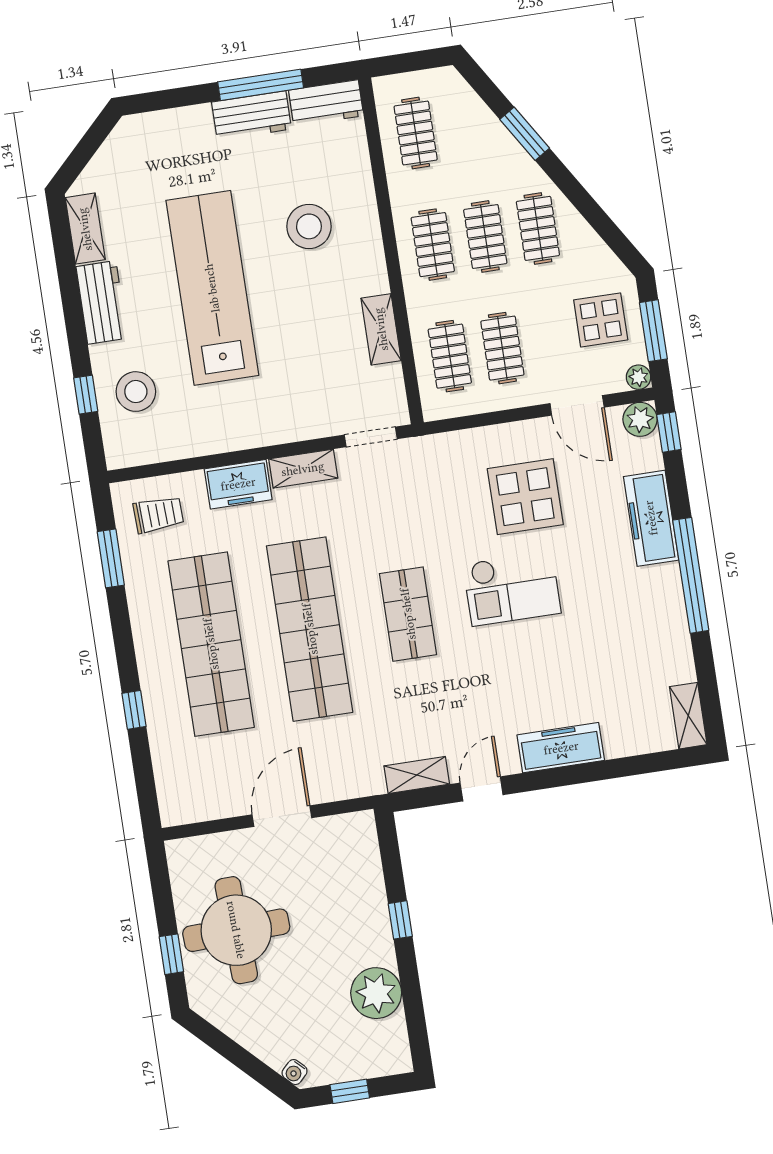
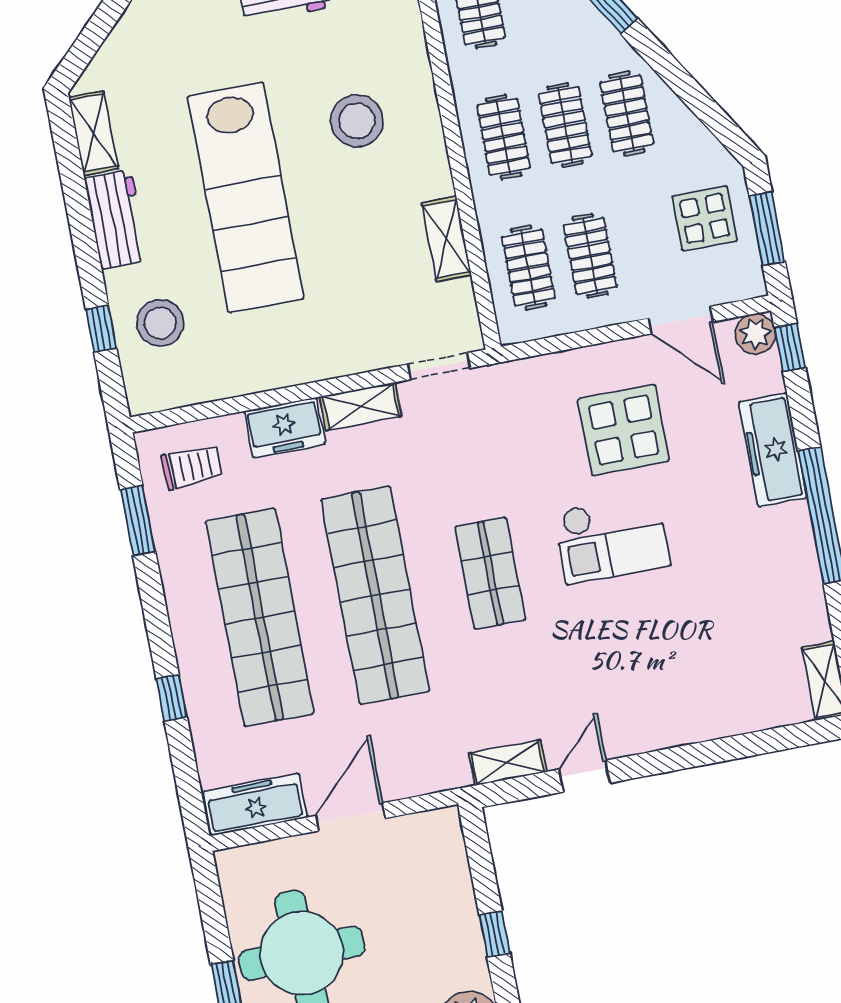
lab bench: (212, 288) -> (246, 197), turned 180
plant: (638, 377) -> (752, 284), removed
freezer: (561, 748) -> (255, 804), moved

